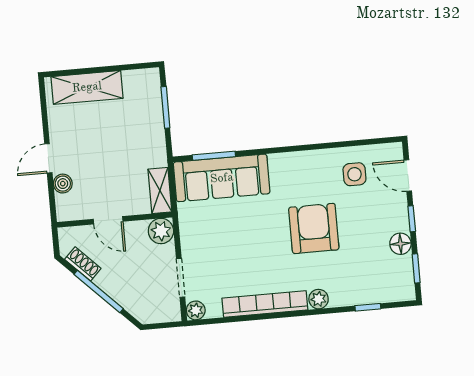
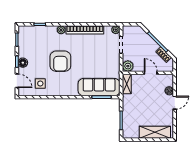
floor lamp: (400, 244) -> (23, 63), moved

